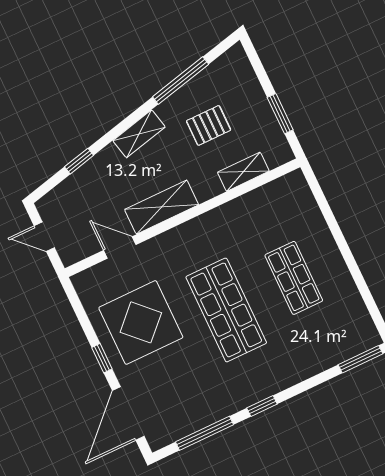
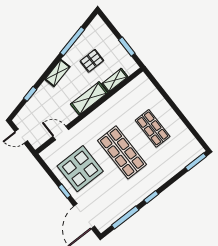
shelving: (162, 207) -> (89, 98), moved

